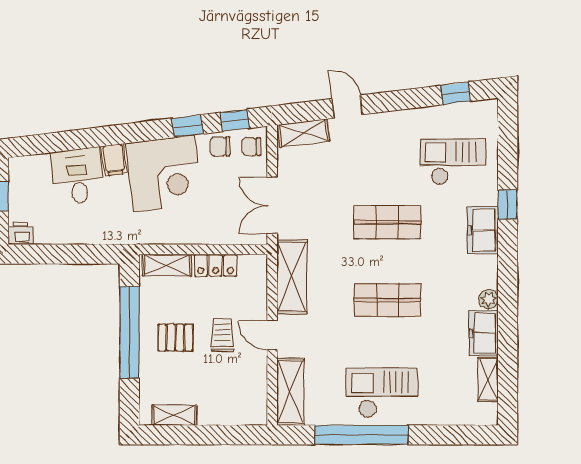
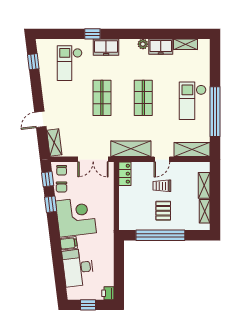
desk: (78, 176) -> (78, 268), width x1.37
shelving: (167, 265) -> (204, 185), moved
locker: (216, 265) -> (125, 174), moved

